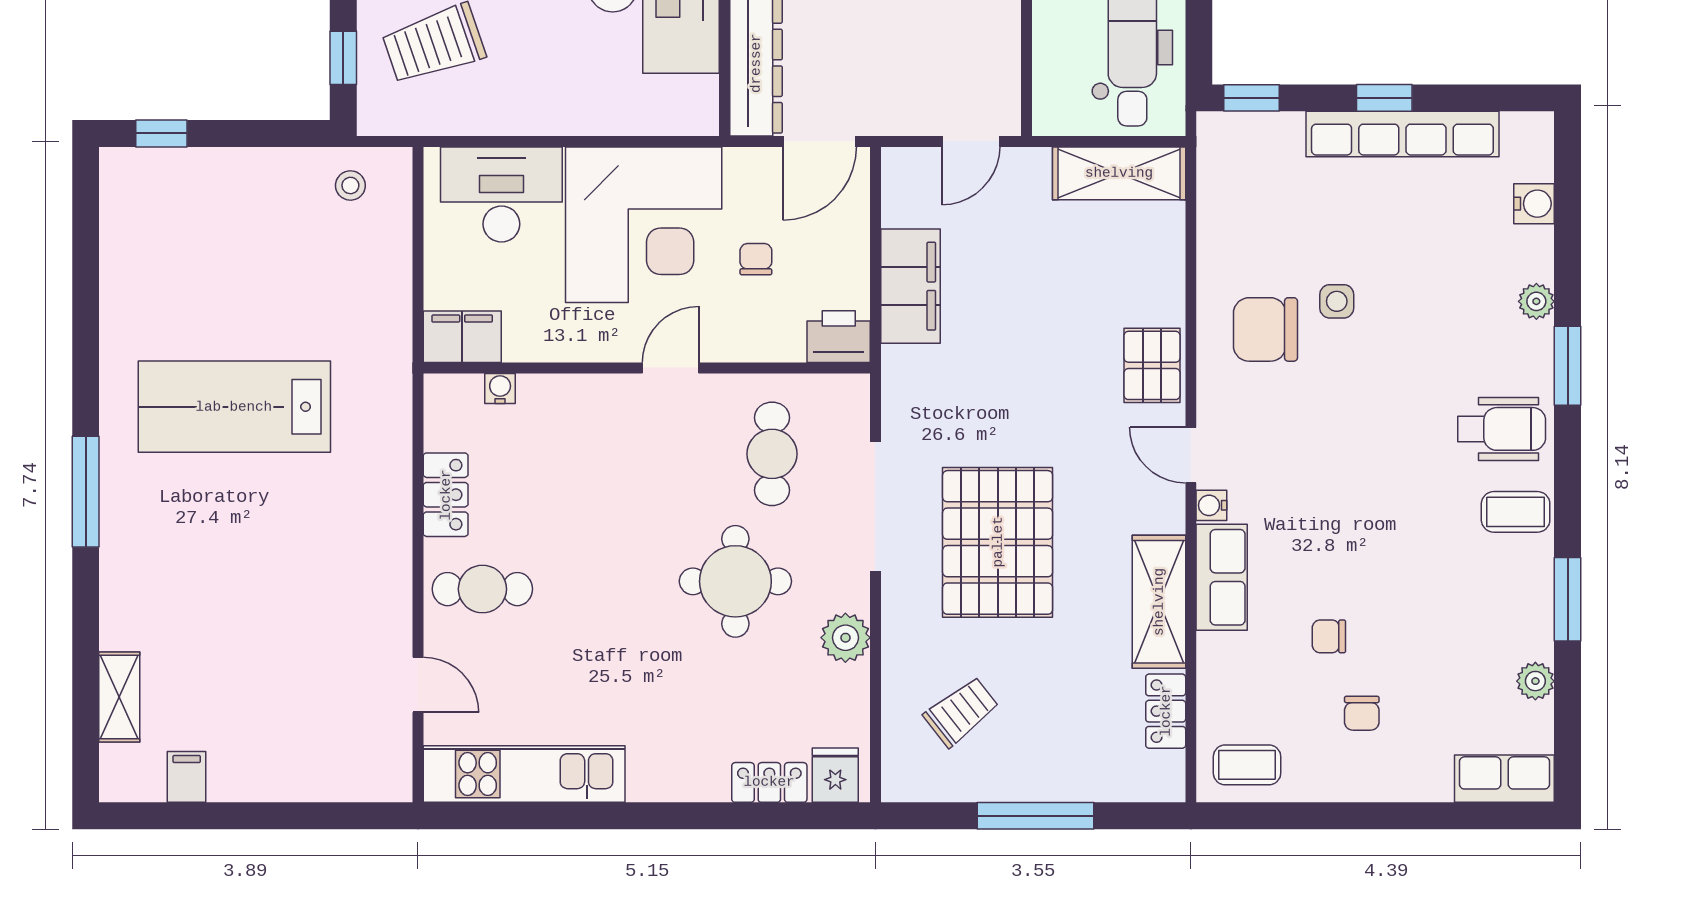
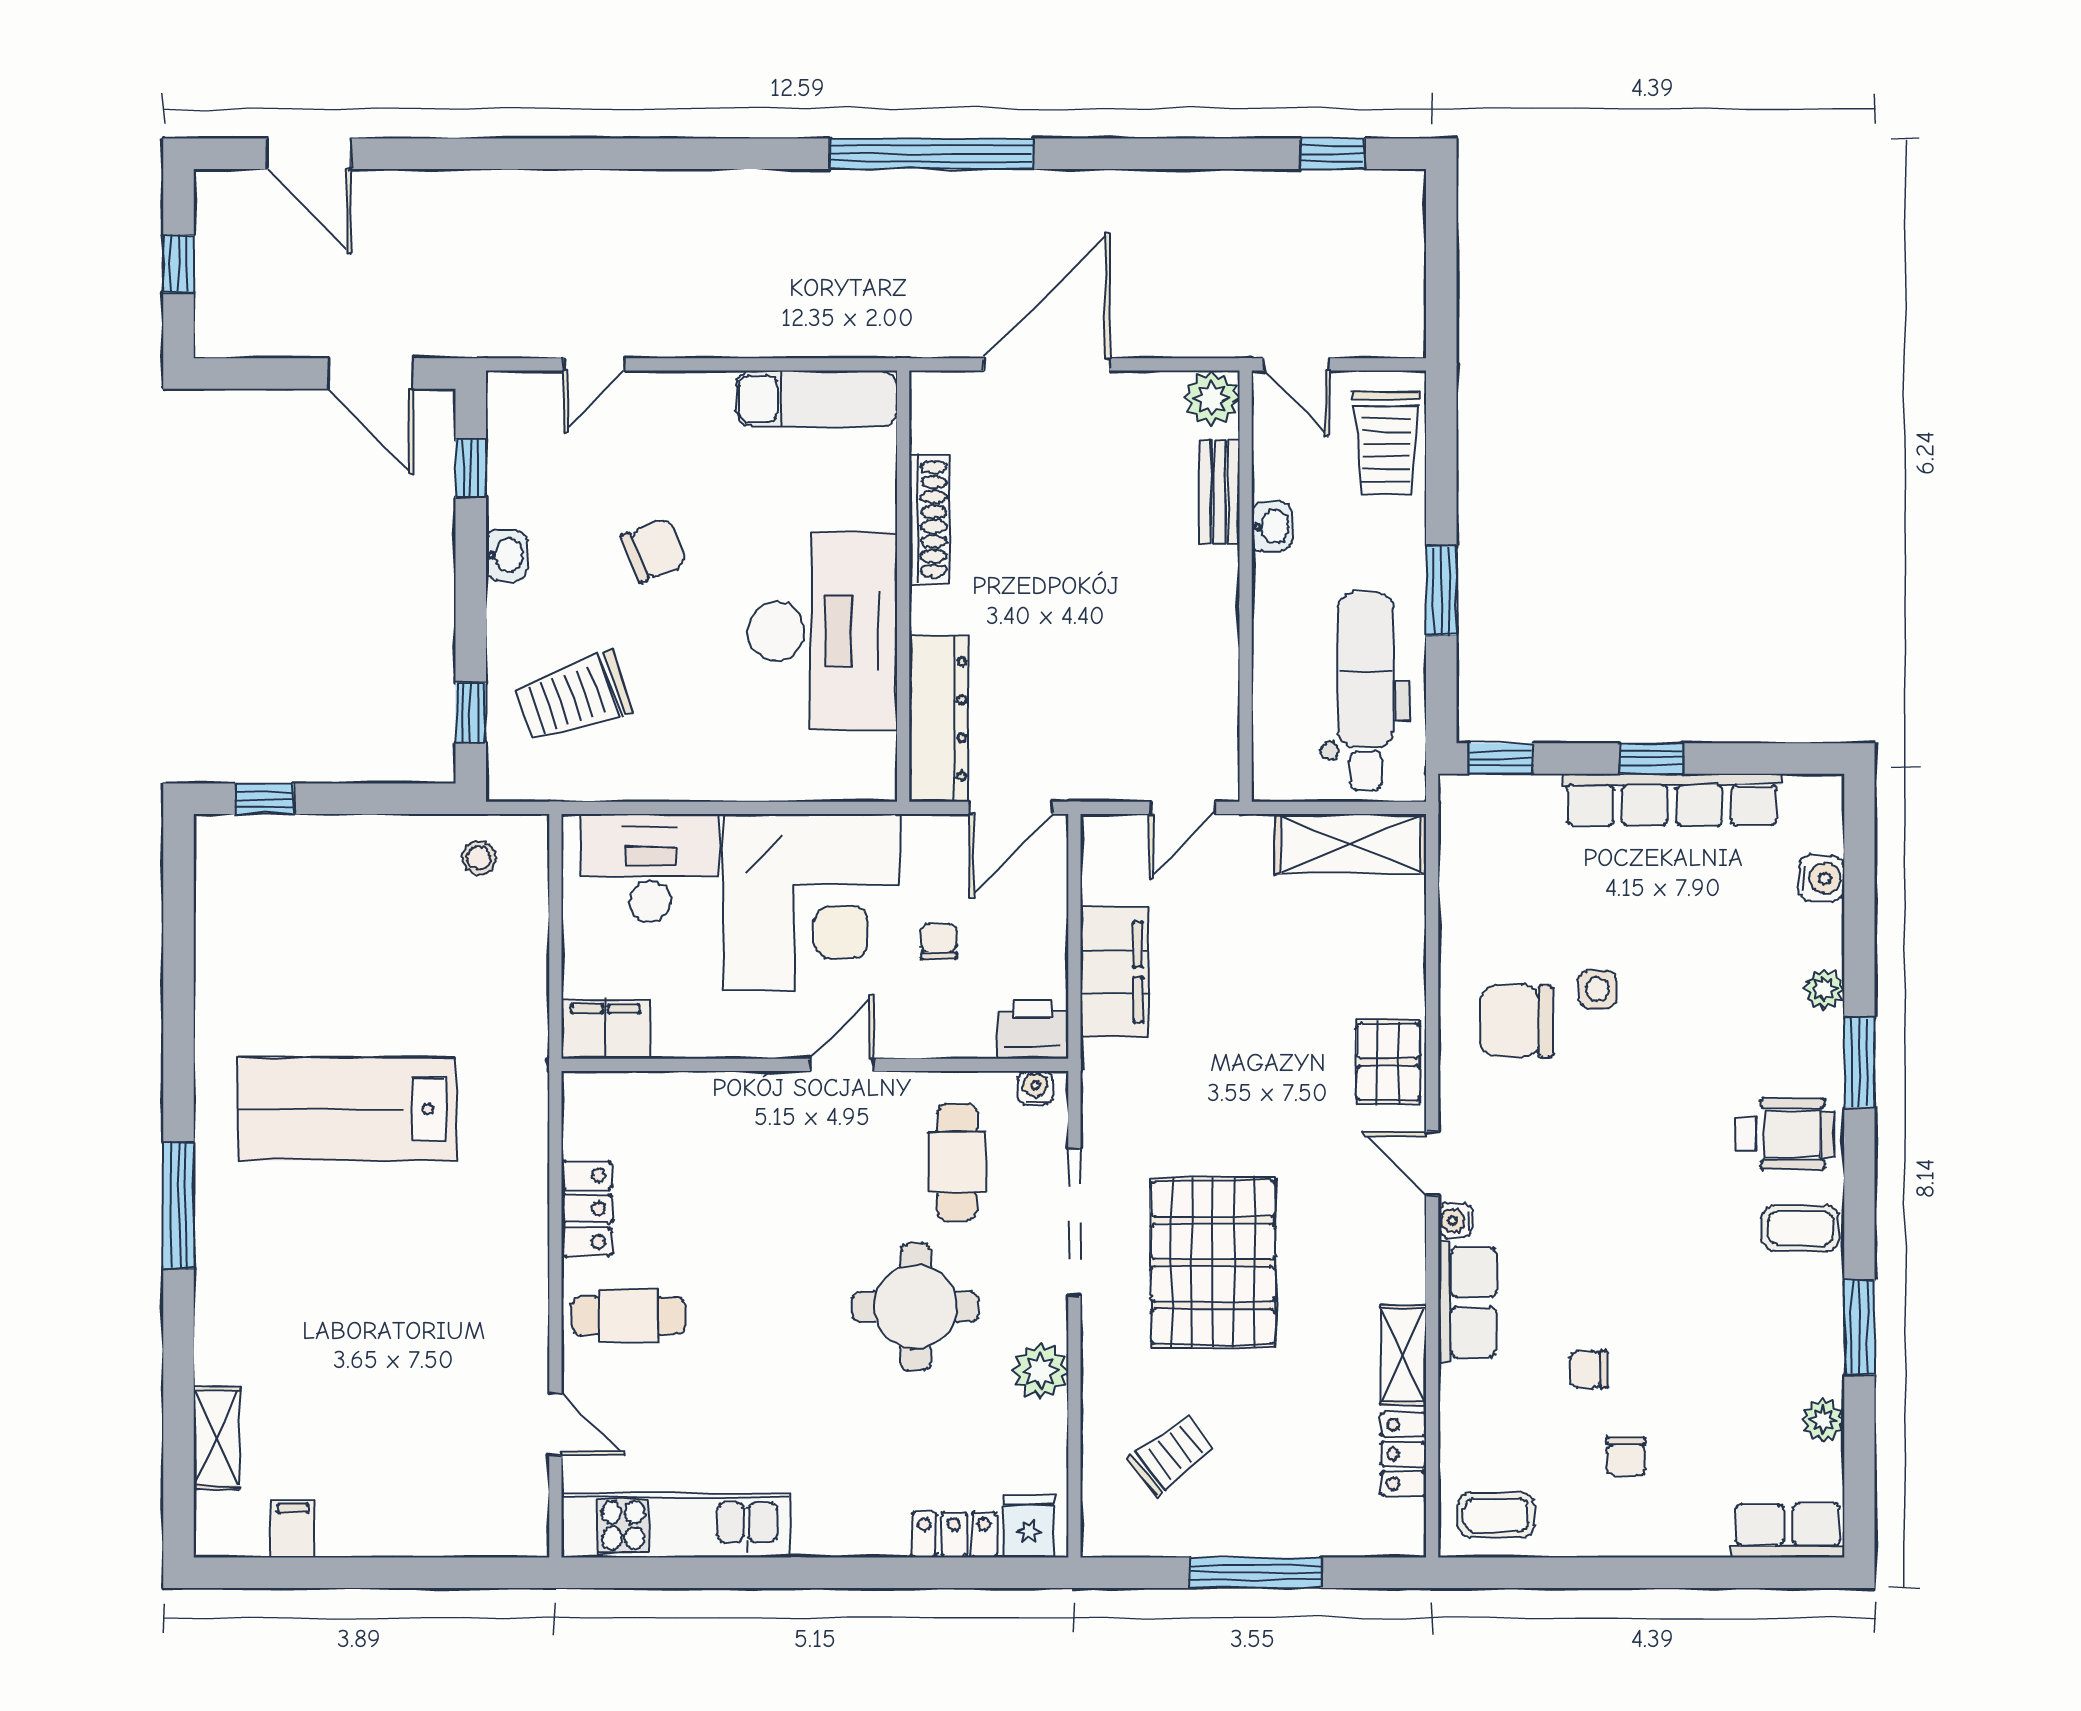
water cooler: (500, 388) -> (1035, 1088), moved
shelving: (1159, 602) -> (1403, 1355), width x0.67, depth x0.75

